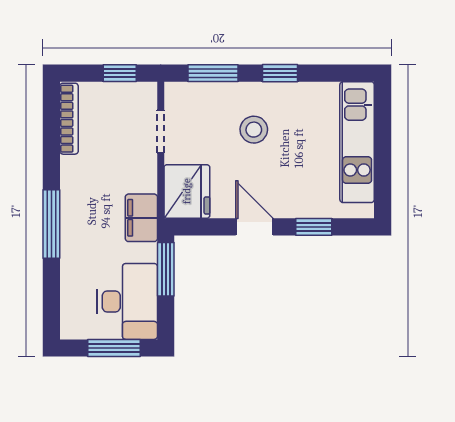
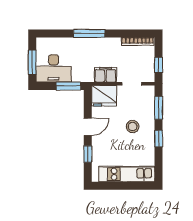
filing cabinet: (141, 218) -> (105, 75), moved

